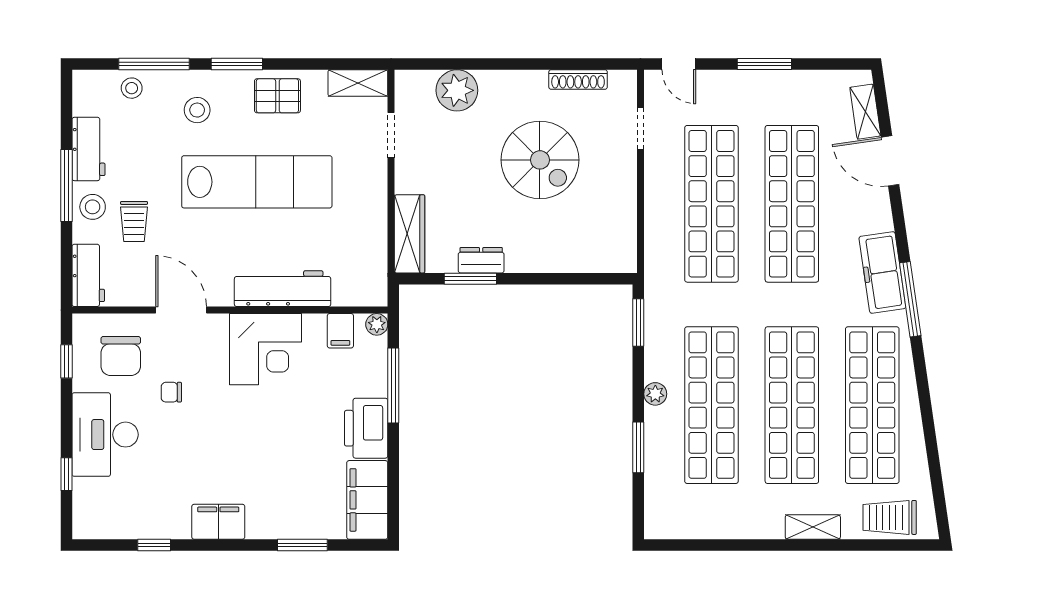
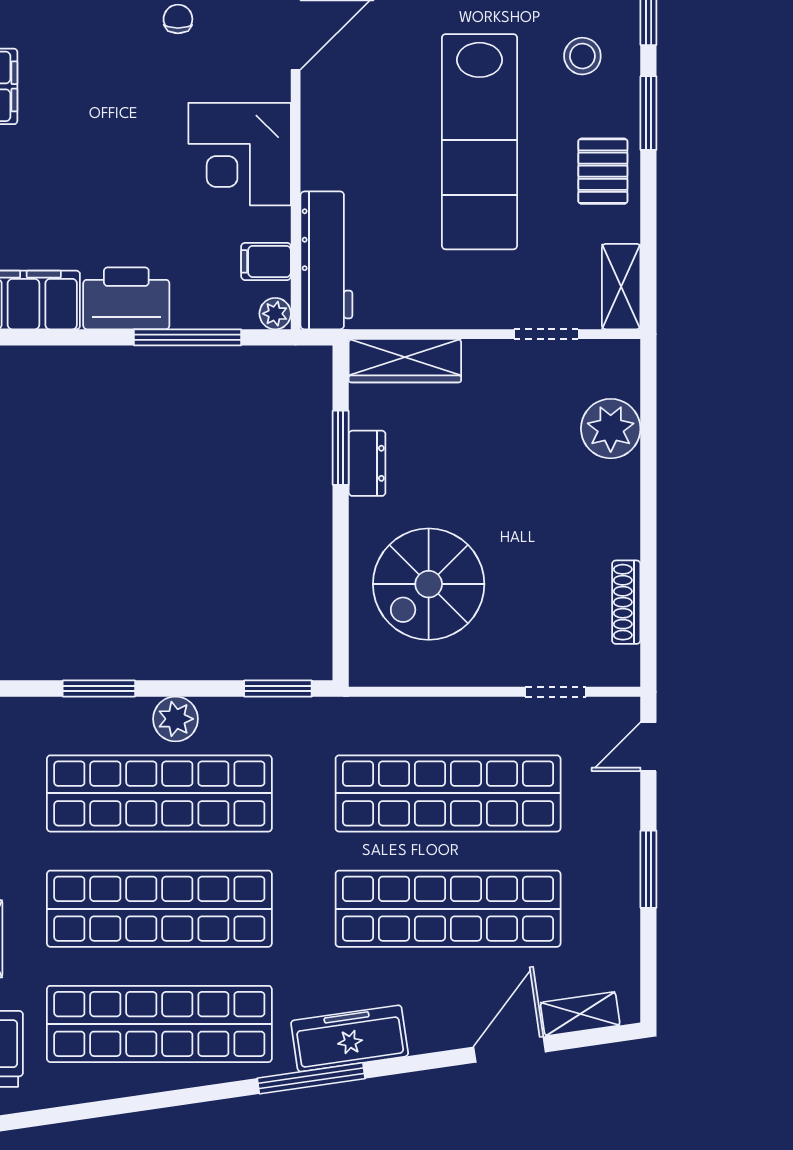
spiral stairs: (540, 160) -> (429, 584), moved
workbench: (283, 289) -> (326, 260), moved
plant: (655, 394) -> (175, 719), width x1.38, depth x1.38

